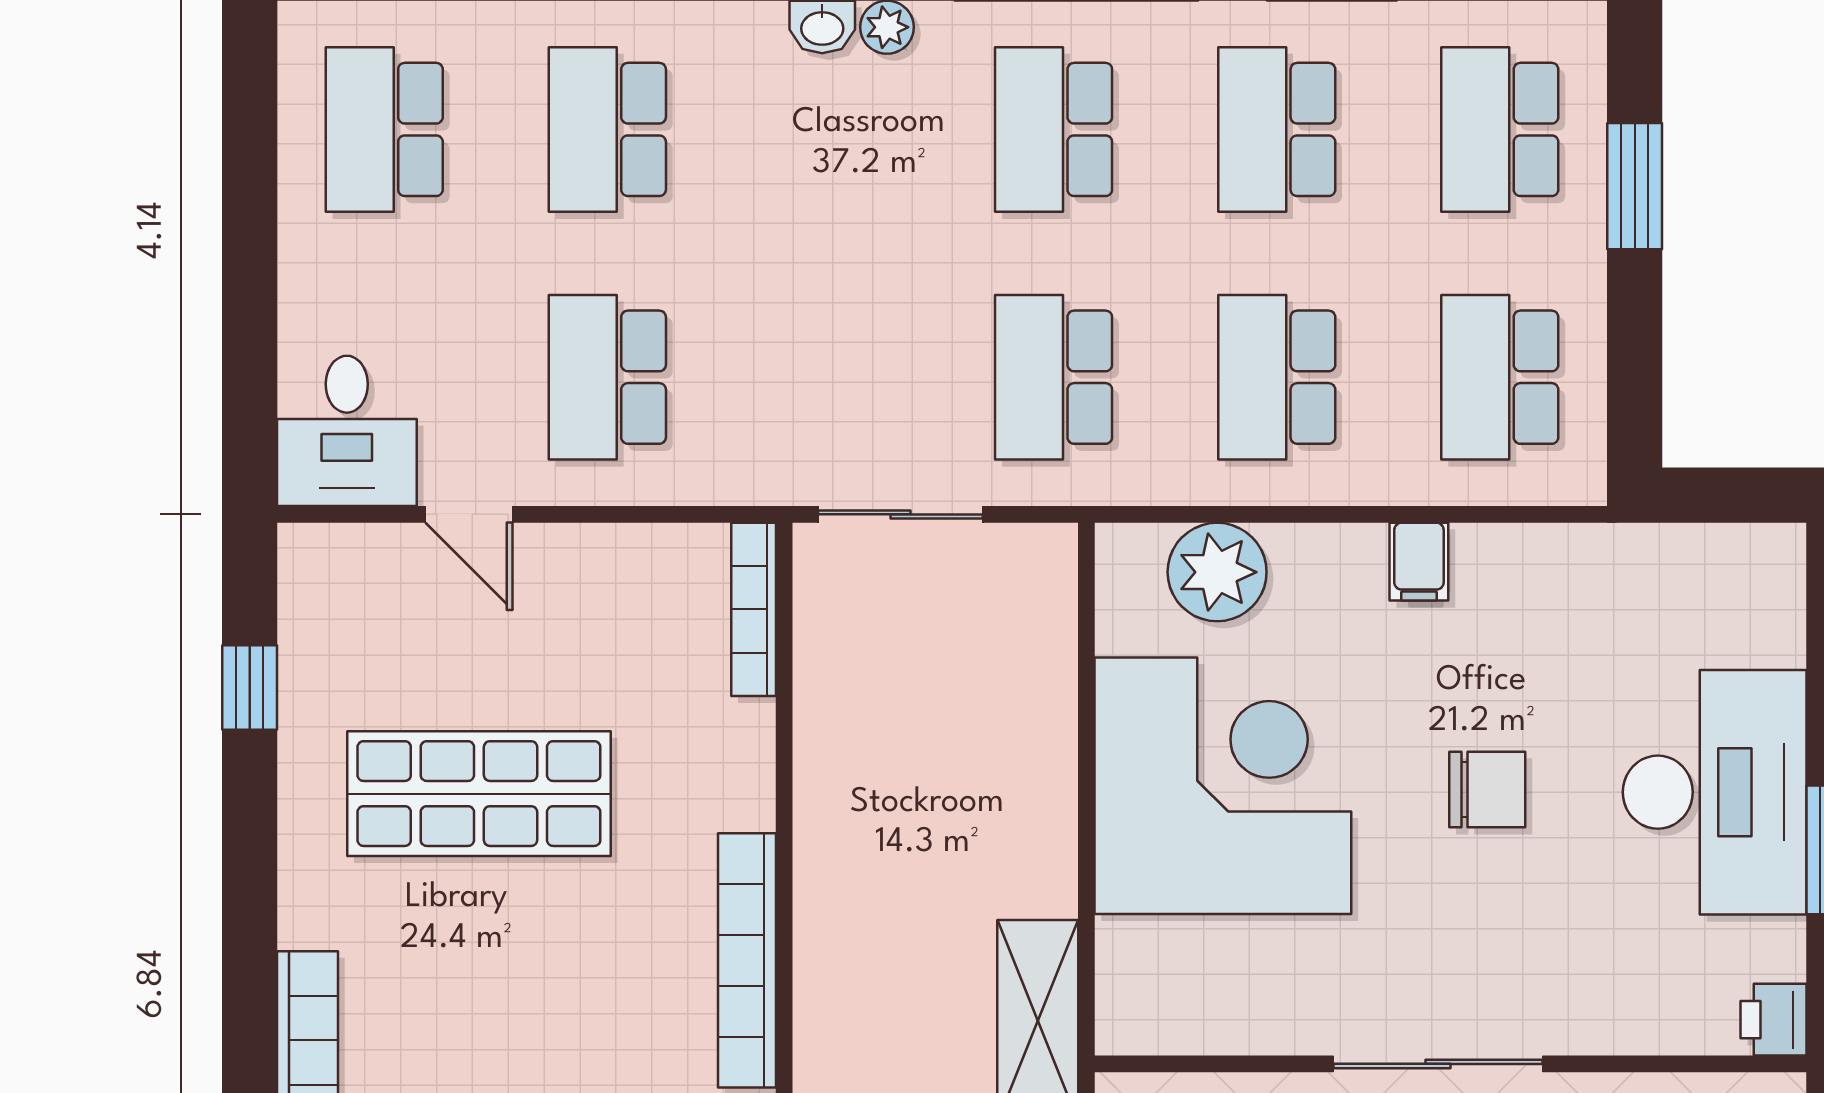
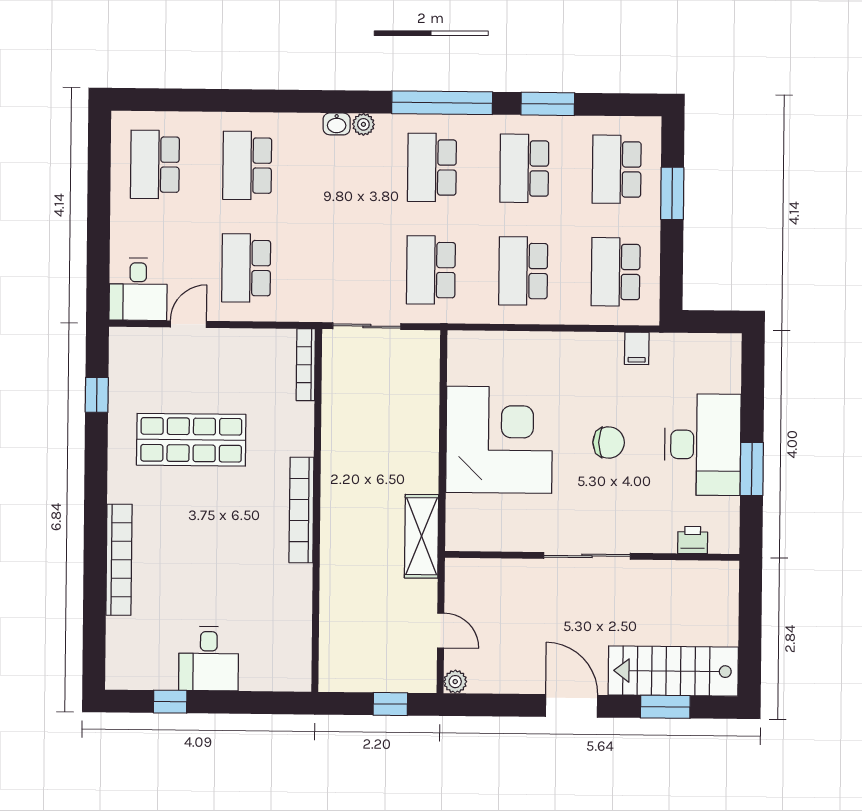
door: (469, 514) -> (188, 324), swing flipped
filing cabinet: (1419, 562) -> (637, 348), moved
plant: (1217, 572) -> (498, 351), removed
printer: (1774, 1020) -> (693, 540), moved, turned 90

